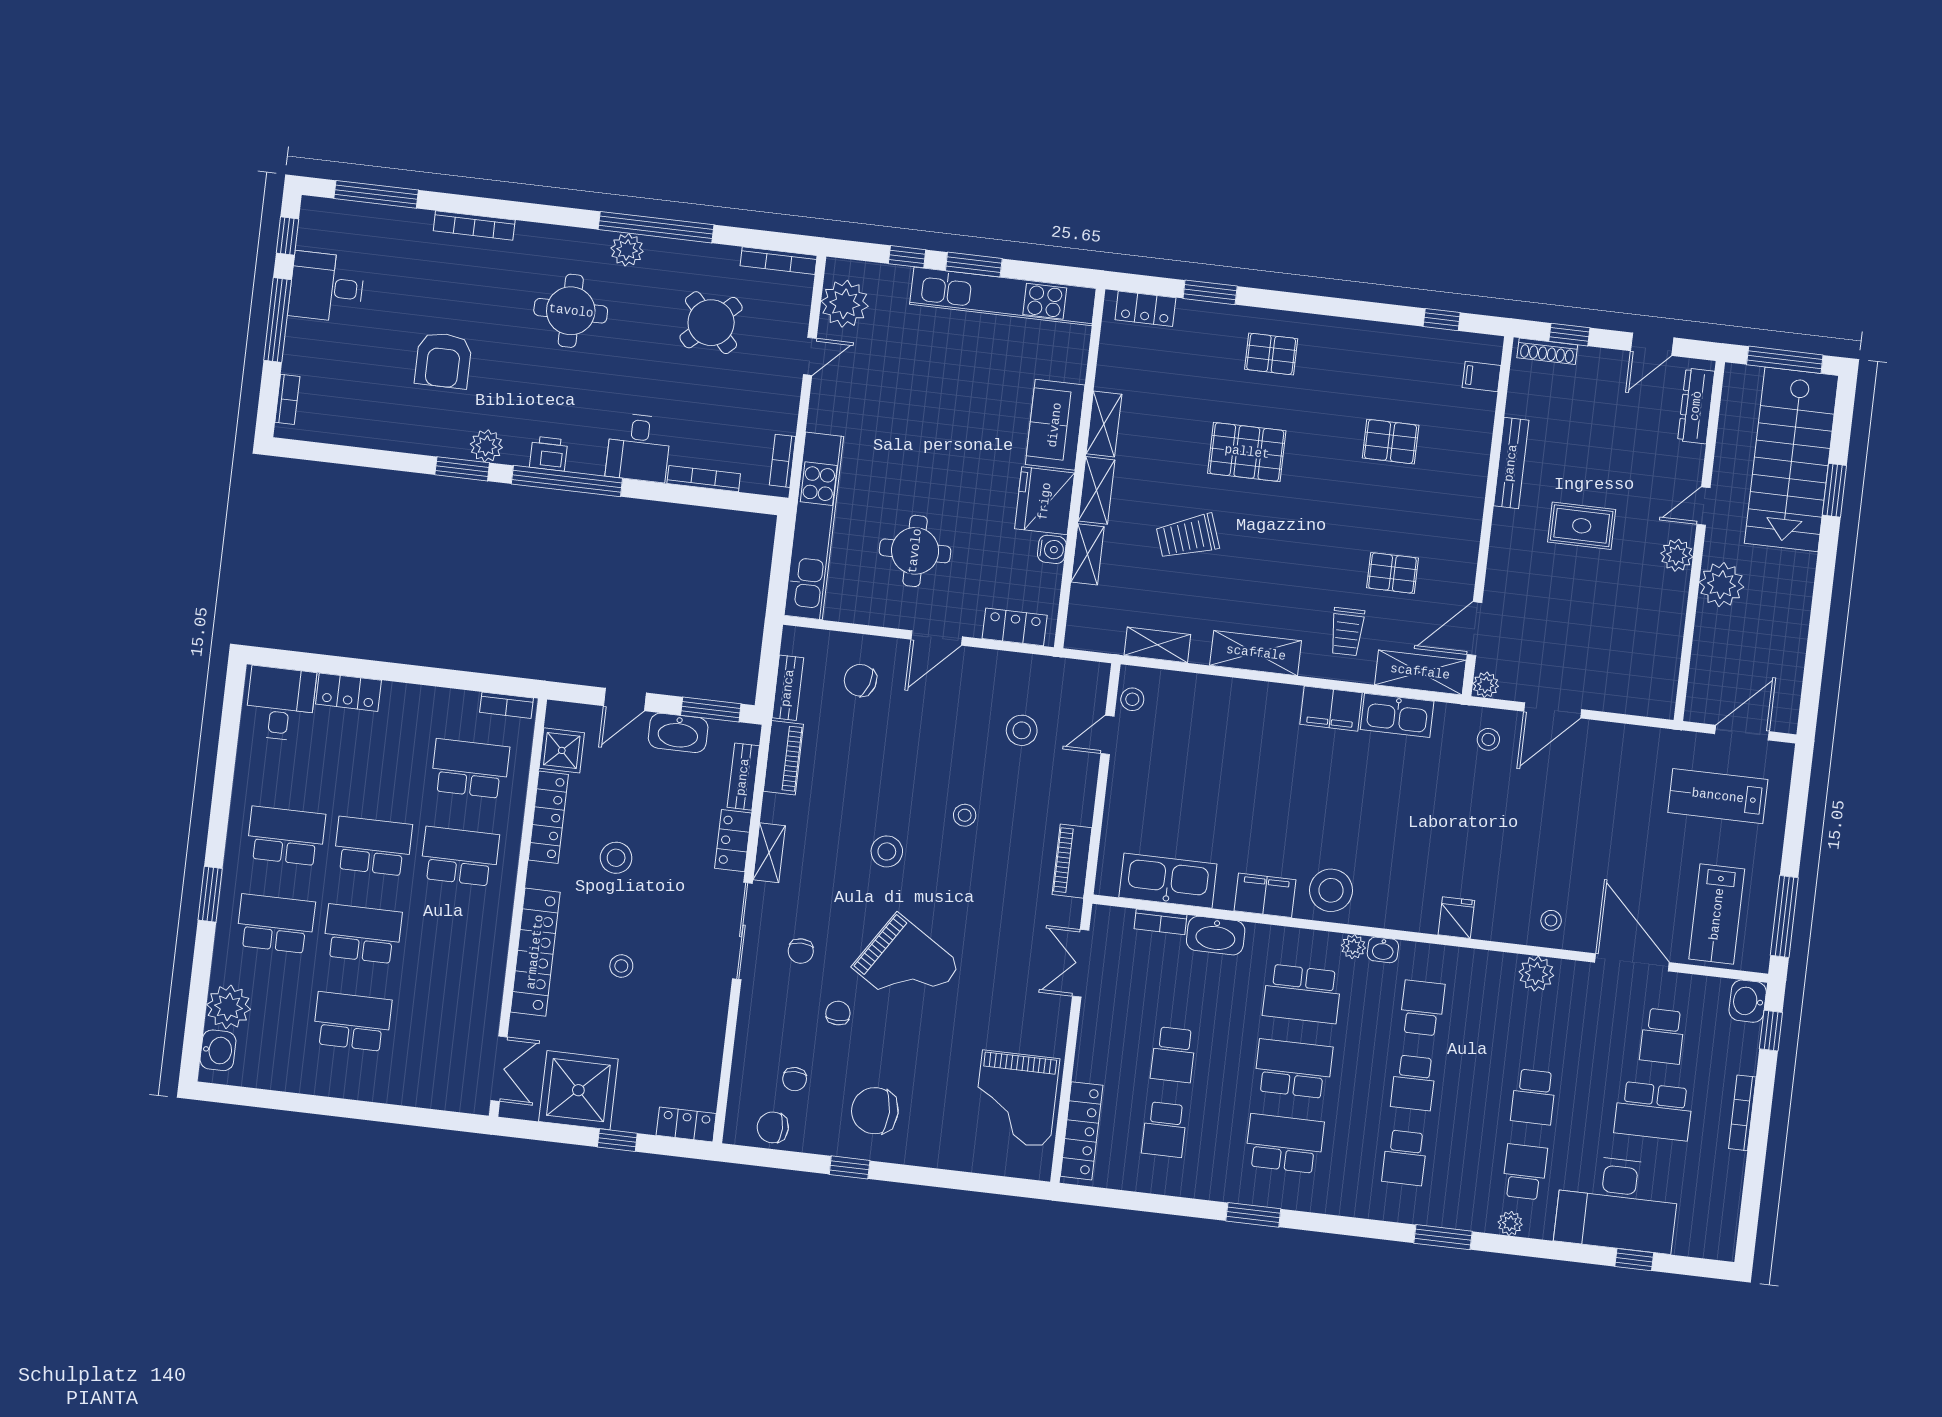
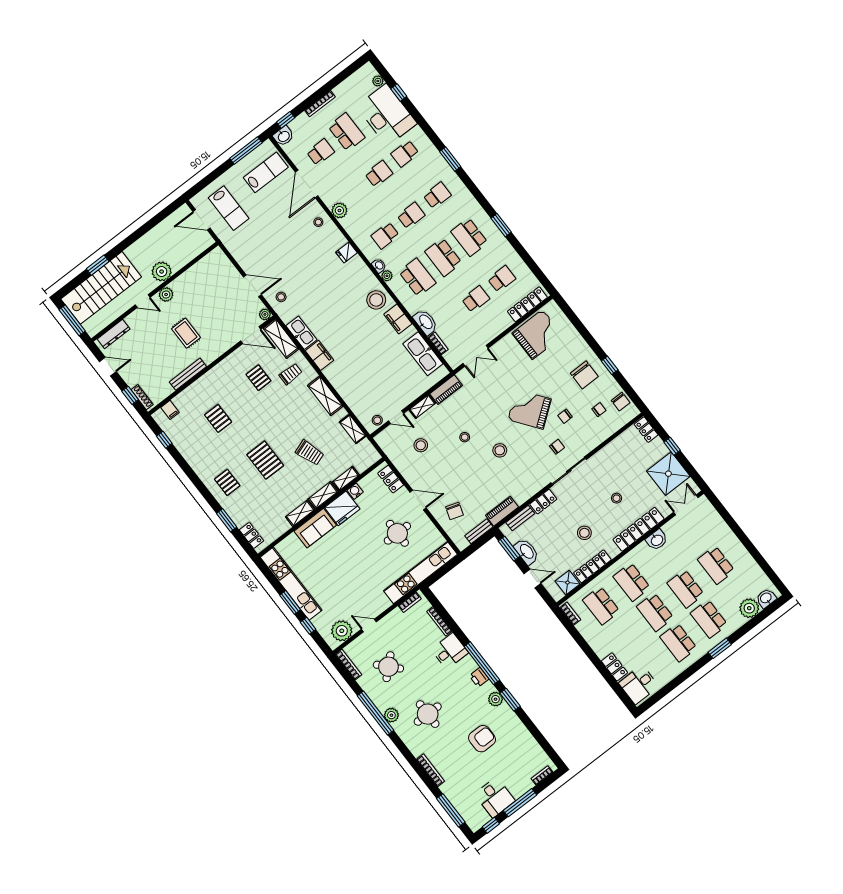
shelving: (769, 853) -> (422, 406), moved
washbasin: (489, 965) -> (657, 540), added
grand piano: (906, 966) -> (529, 409), turned -70
plant: (1510, 1223) -> (378, 81), moved

